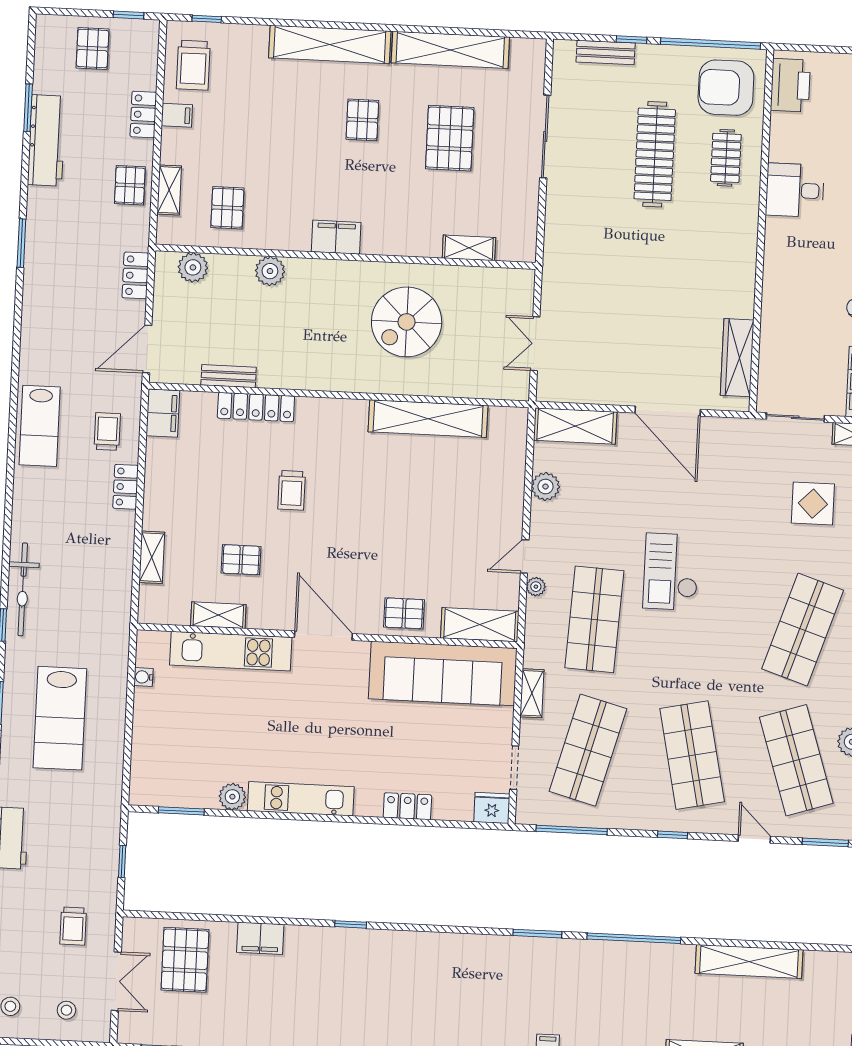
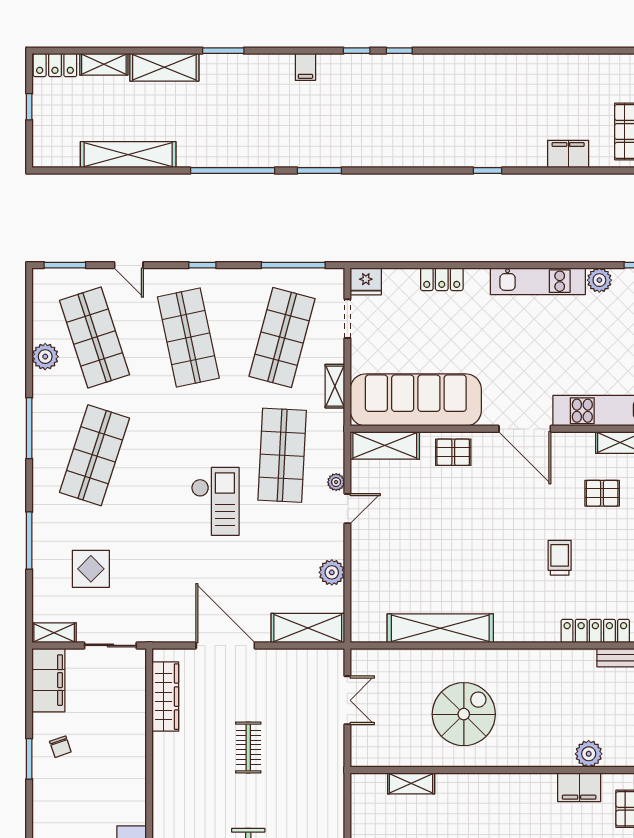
filing cabinet: (336, 237) -> (579, 787), moved
clothes rail: (648, 297) -> (248, 747), added

